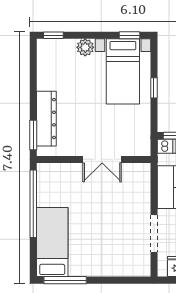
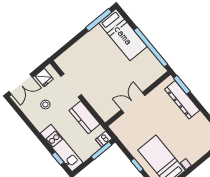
plant: (85, 47) -> (193, 156), removed

